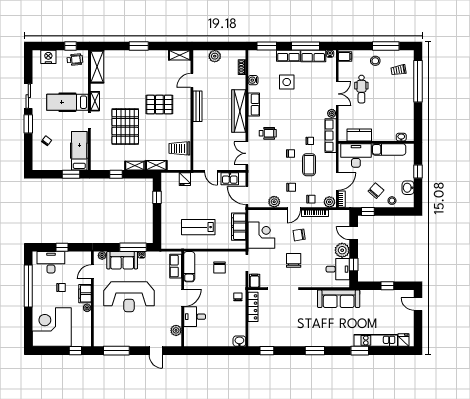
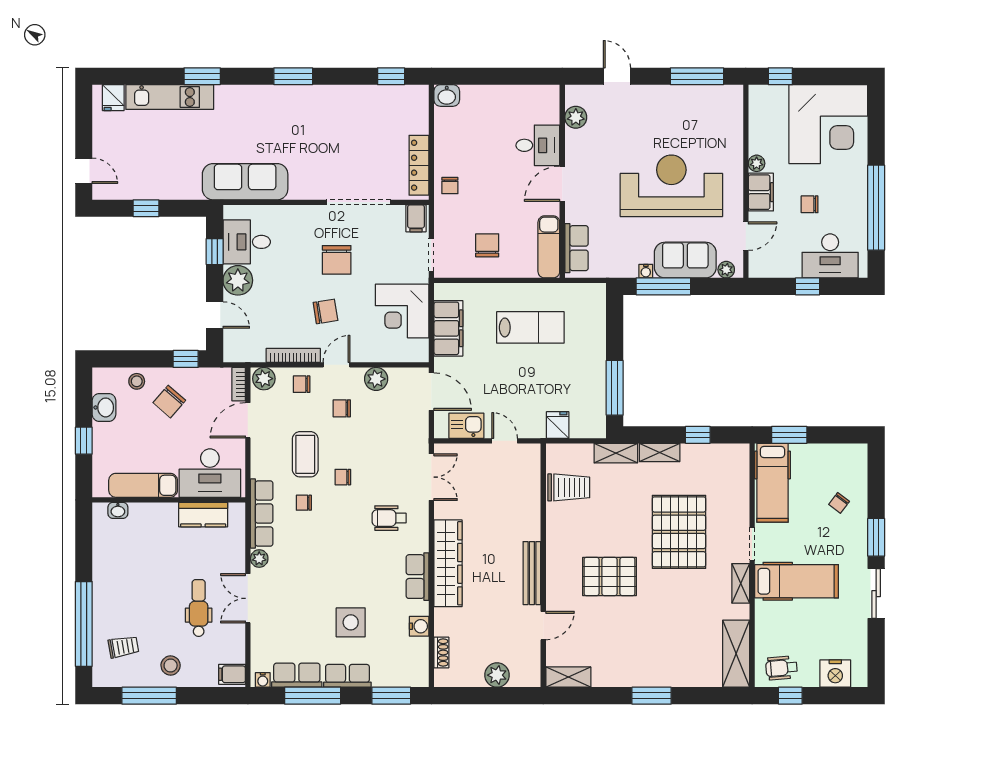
window: (157, 197) -> (615, 388), width x2.17

